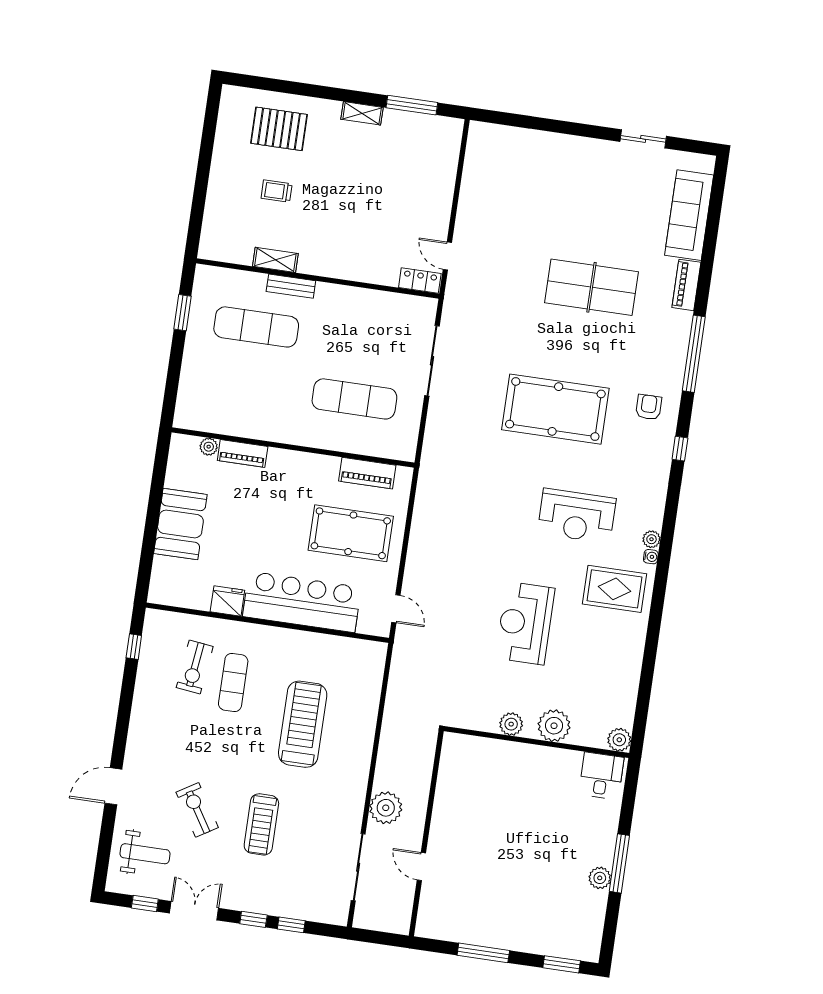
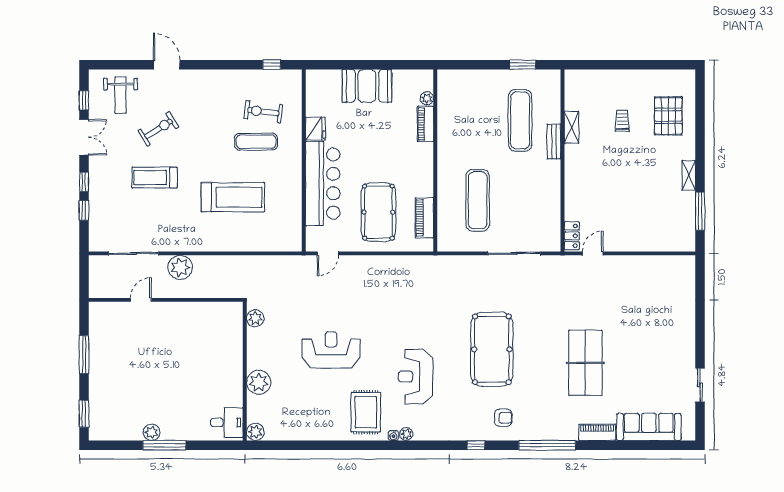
plant: (511, 724) -> (255, 318), moved

